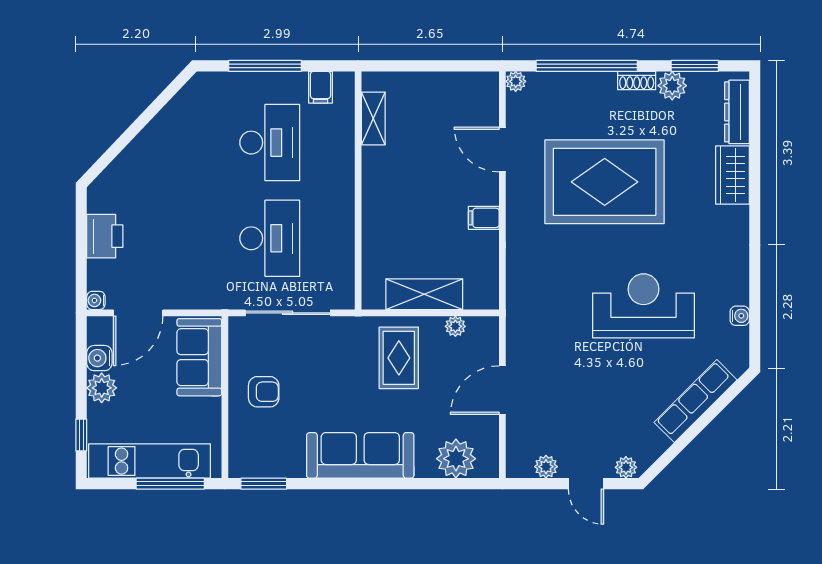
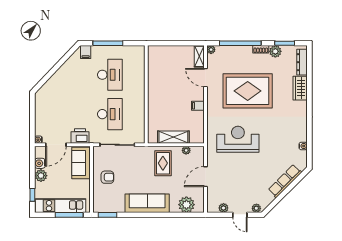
filing cabinet: (321, 87) -> (86, 52), moved
shelving: (373, 118) -> (199, 56), moved
printer: (105, 236) -> (80, 136), moved, turned -90
reception desk: (643, 306) -> (238, 139), moved

